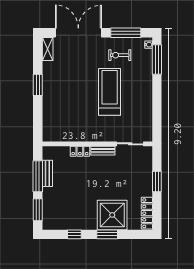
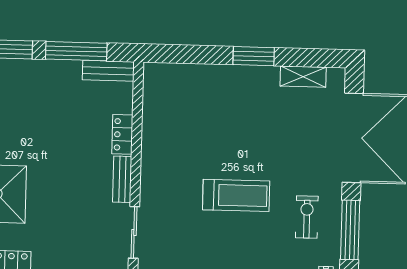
shelving: (48, 49) -> (303, 77), moved
treadmill: (110, 92) -> (236, 195), width x0.73, depth x0.73
bench: (47, 173) -> (108, 71), moved

